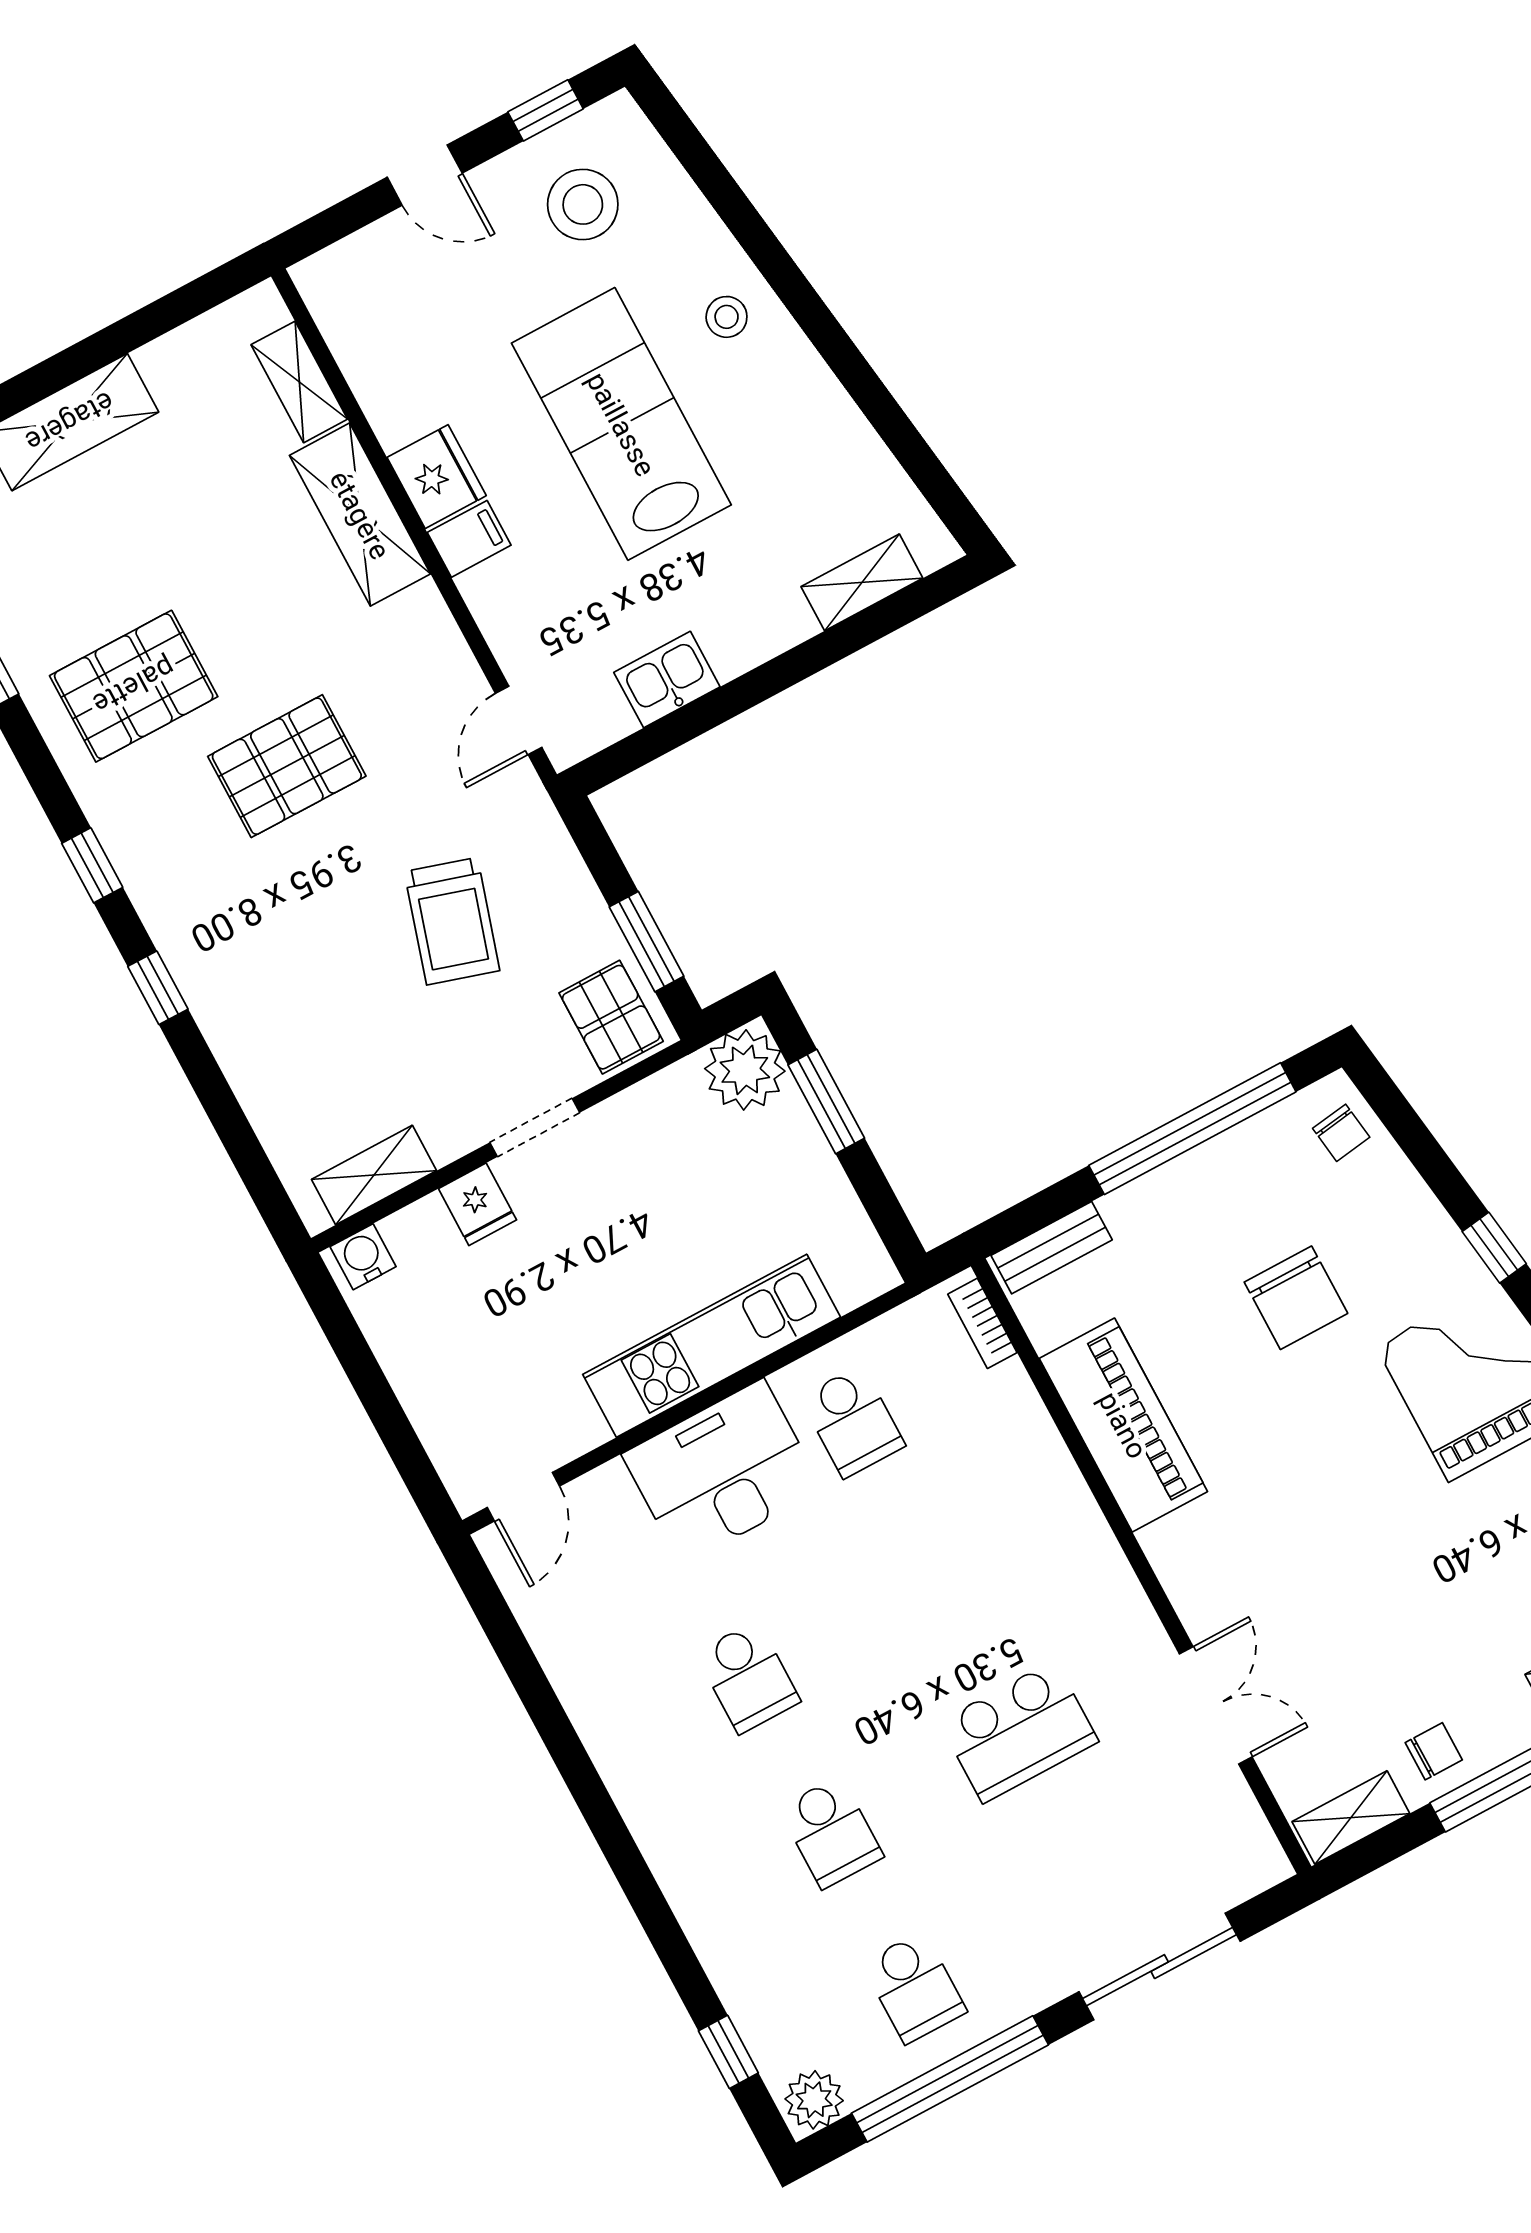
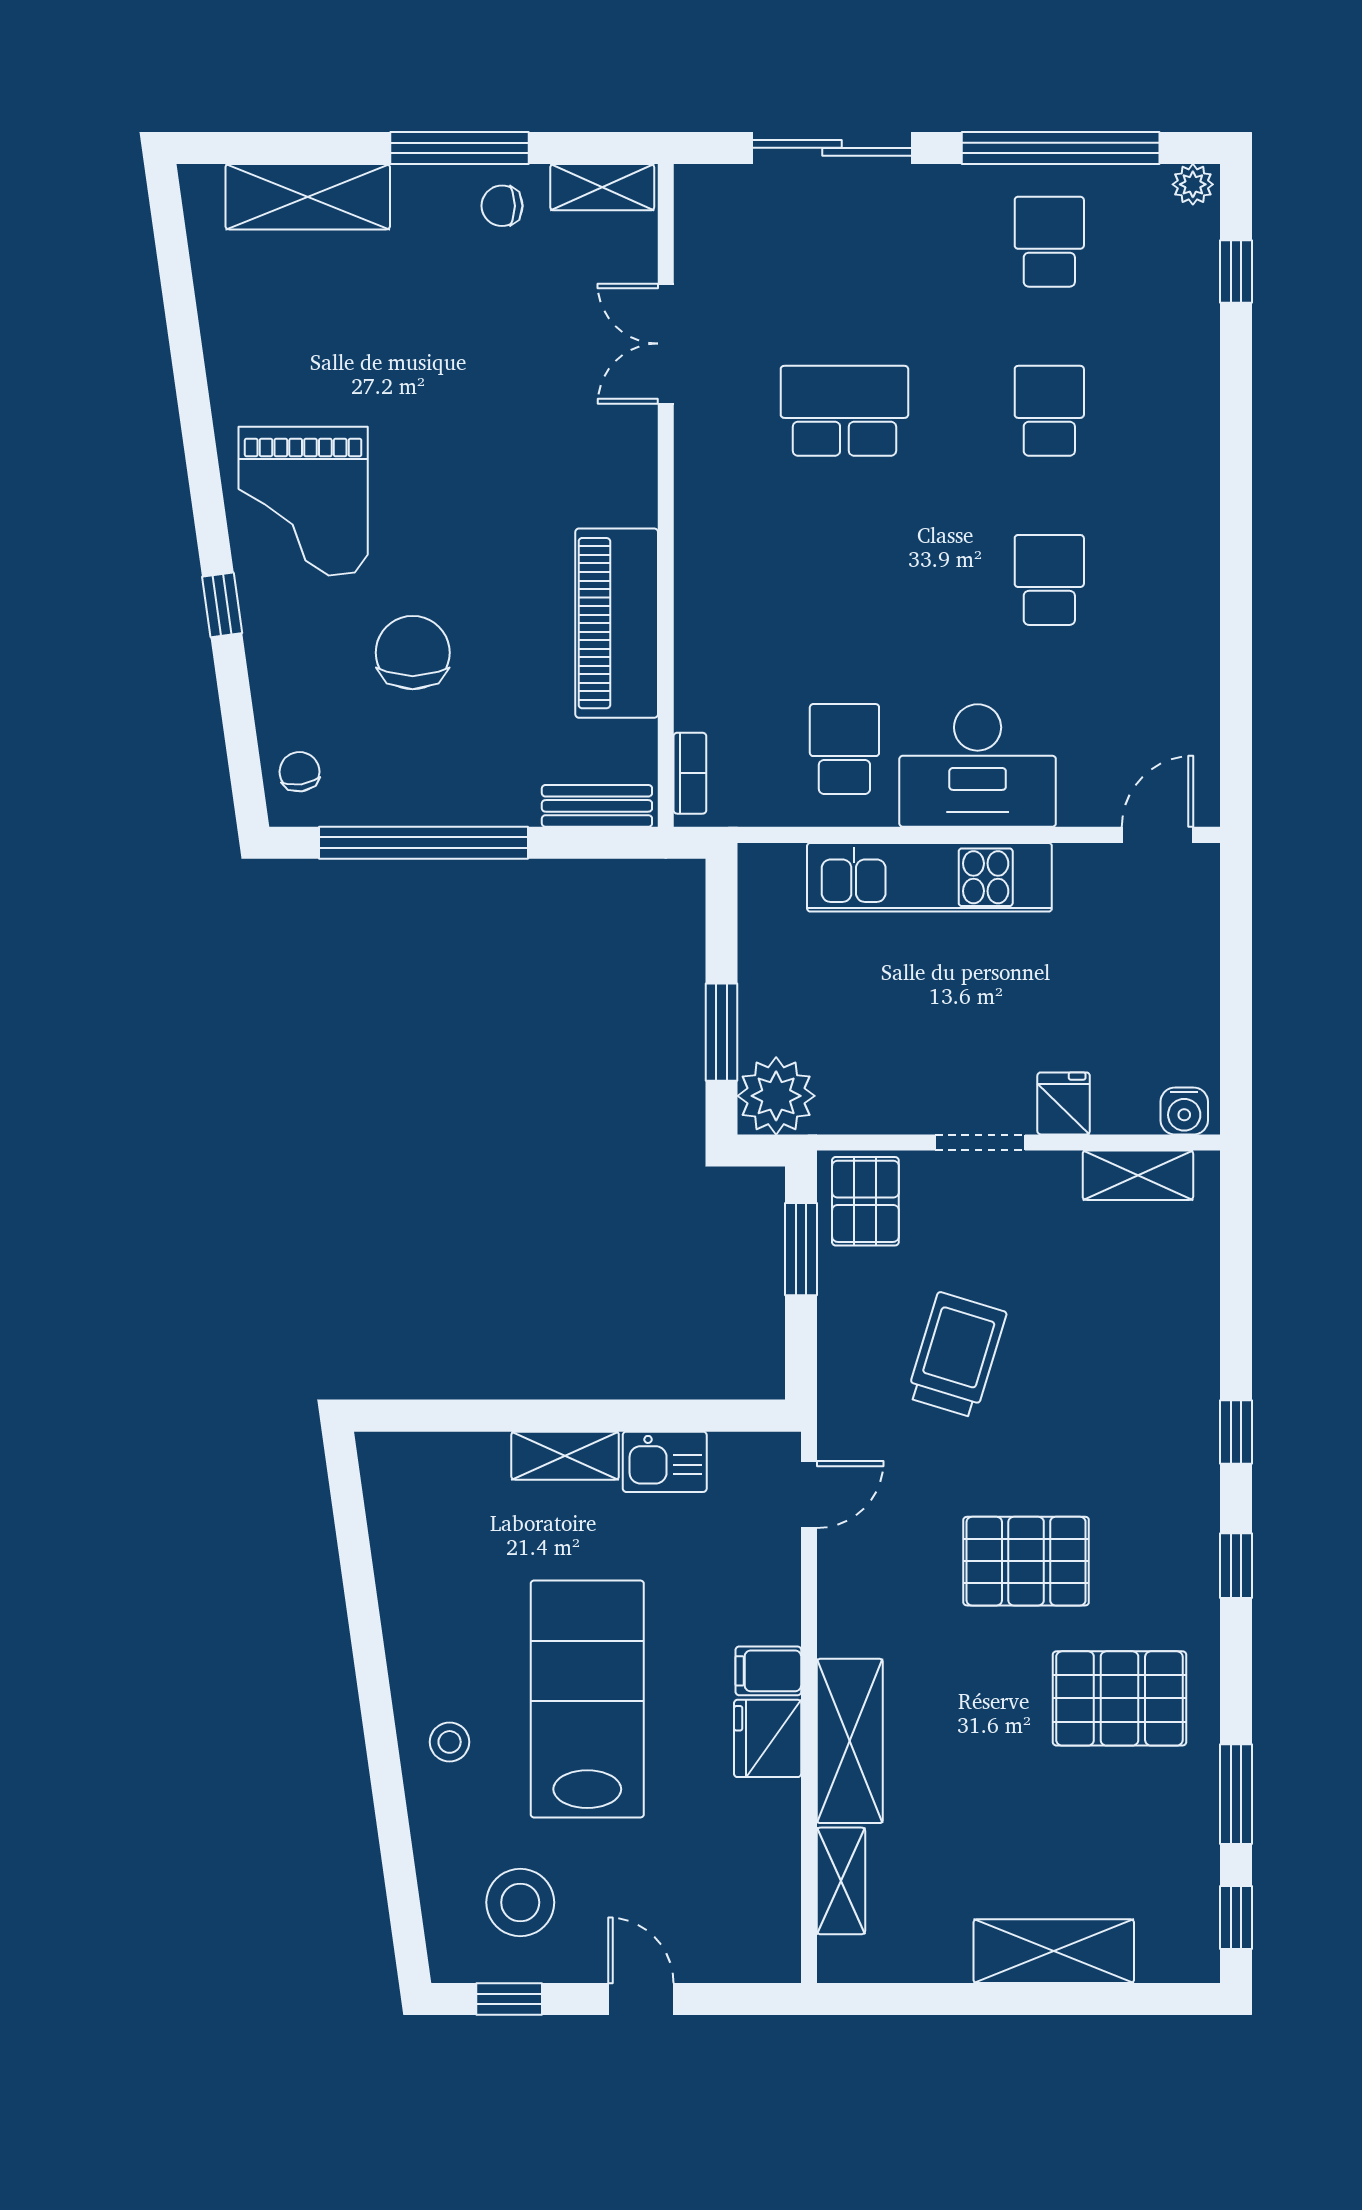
lab bench: (621, 424) -> (587, 1699), turned 180
shelving: (862, 582) -> (565, 1456), moved
plant: (814, 2100) -> (1193, 184), width x0.73, depth x0.73

